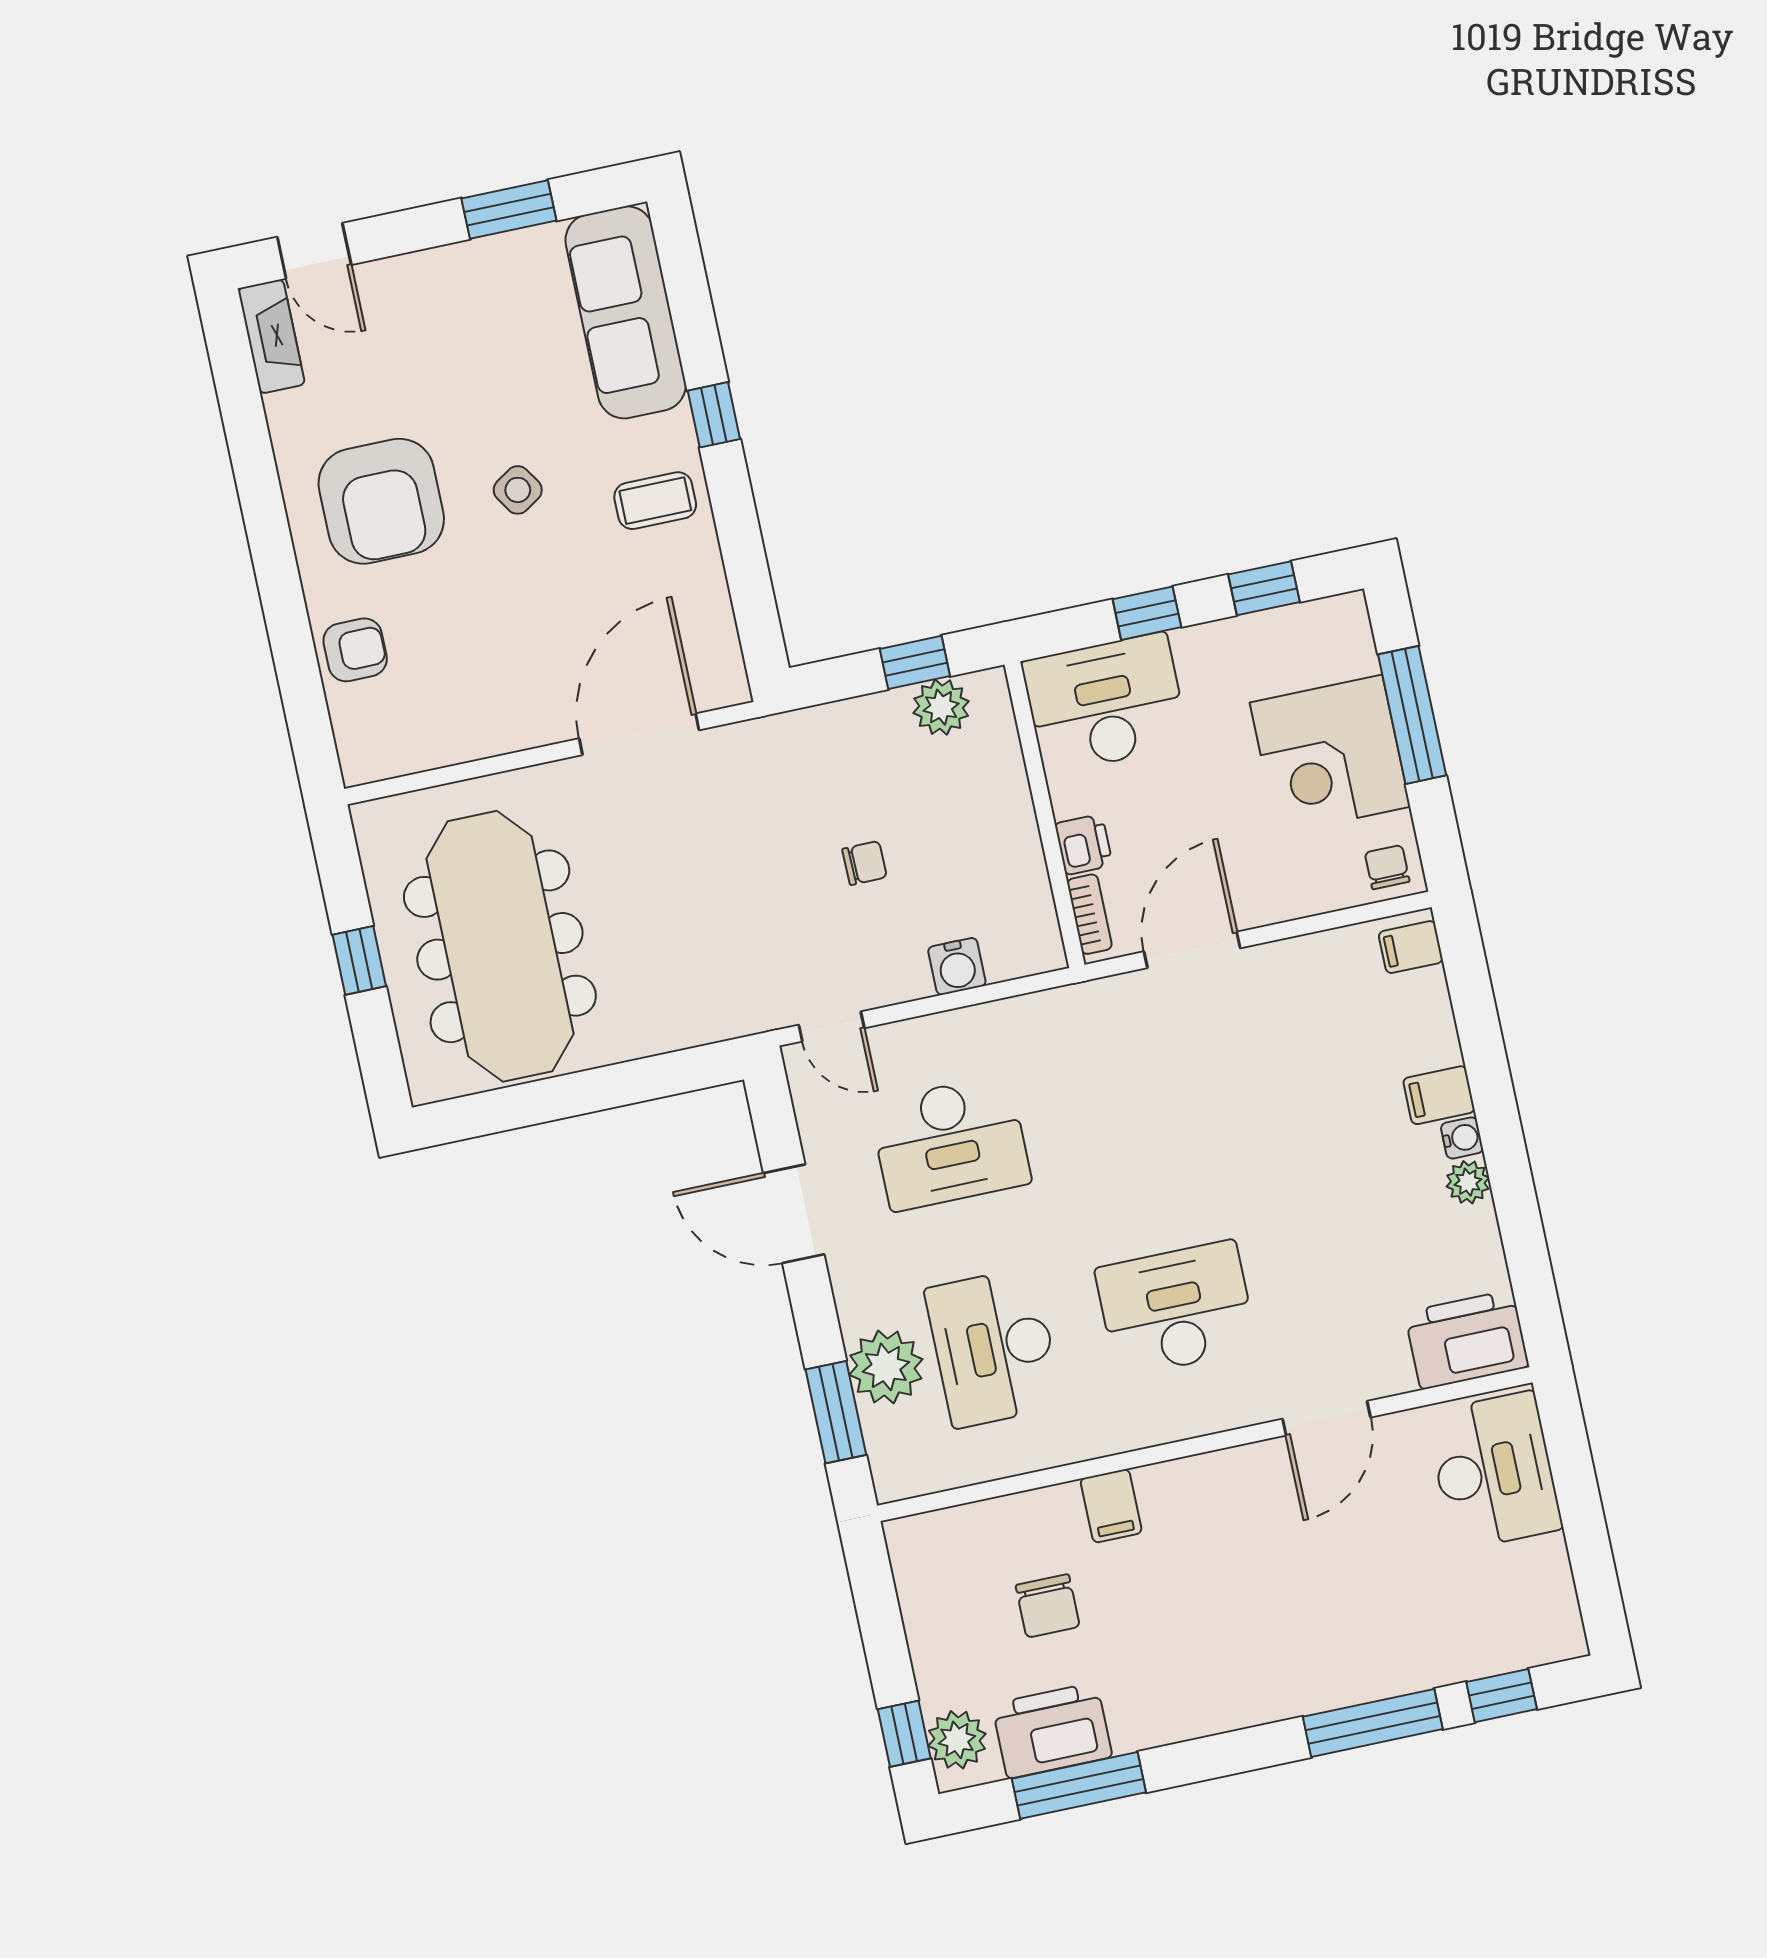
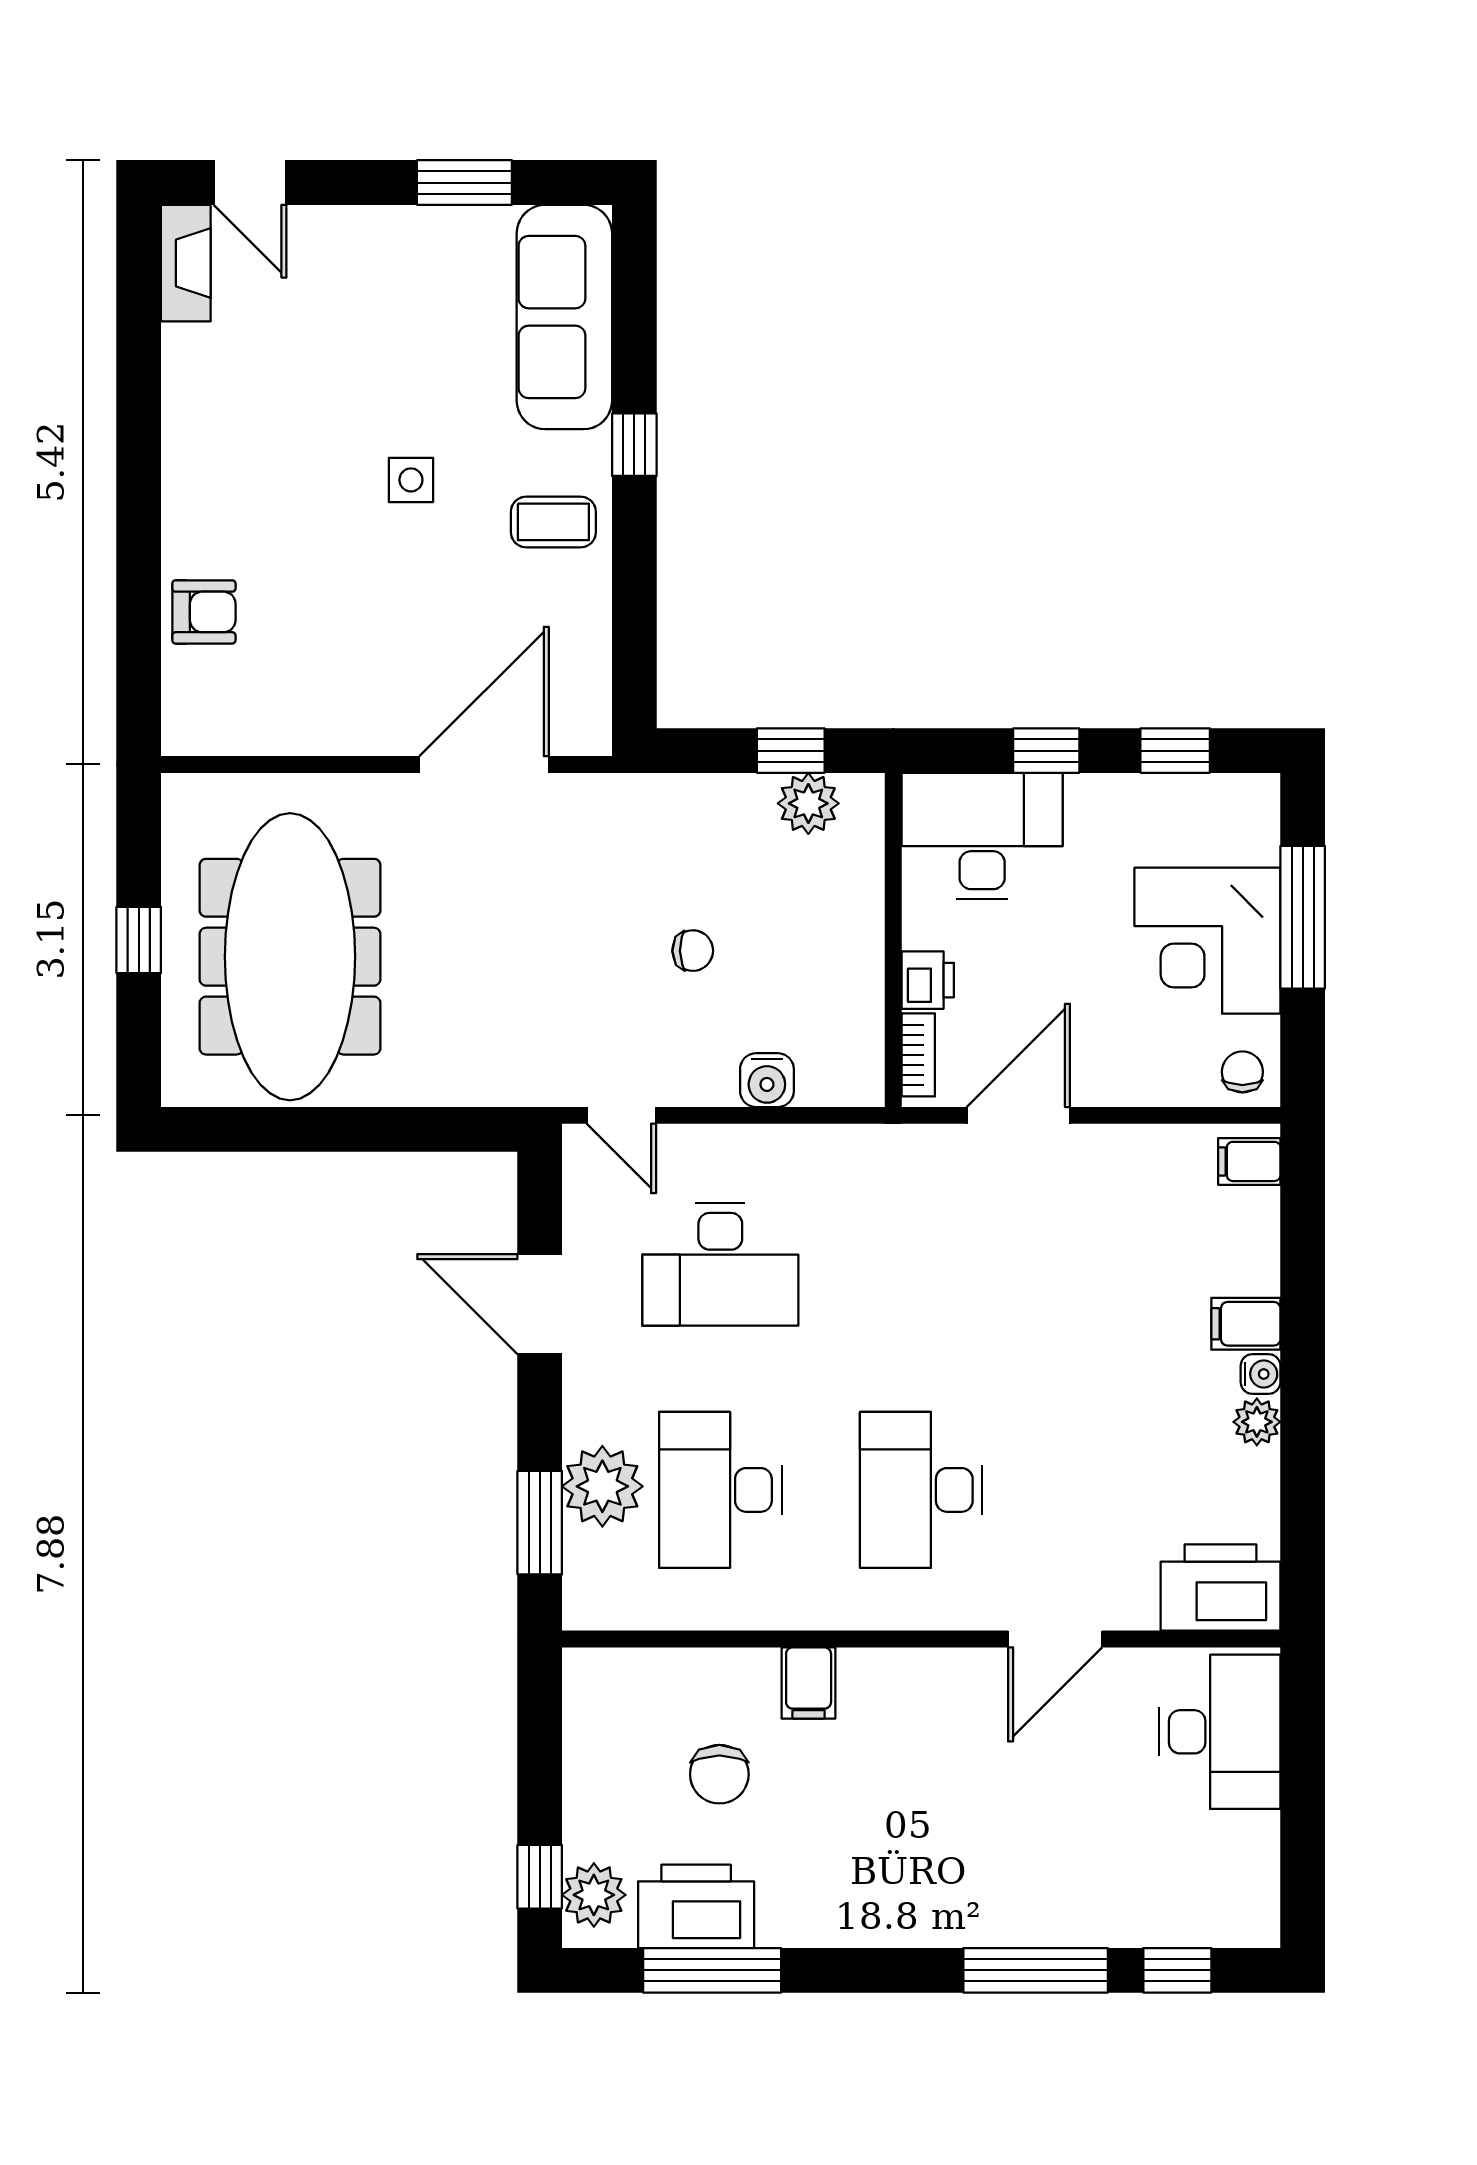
side table: (518, 490) -> (411, 480), turned 33
armchair: (381, 501) -> (265, 461), removed
desk: (1176, 1309) -> (921, 1490), turned -90

